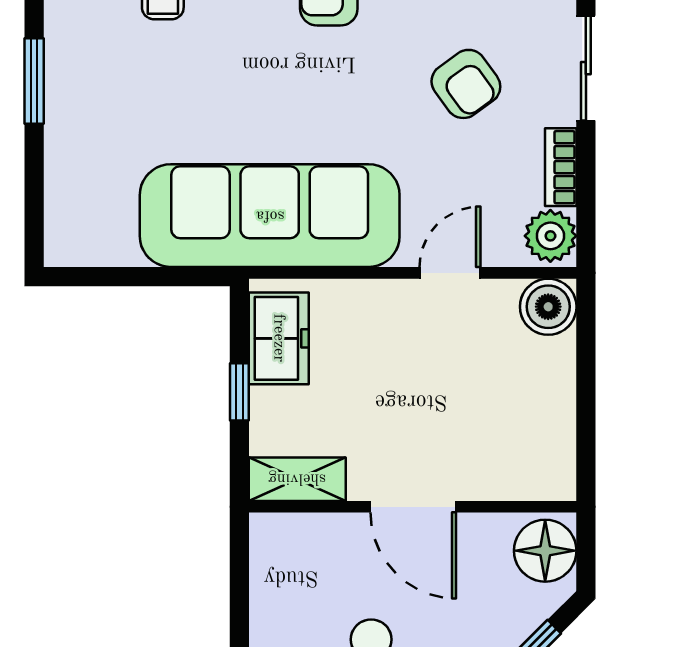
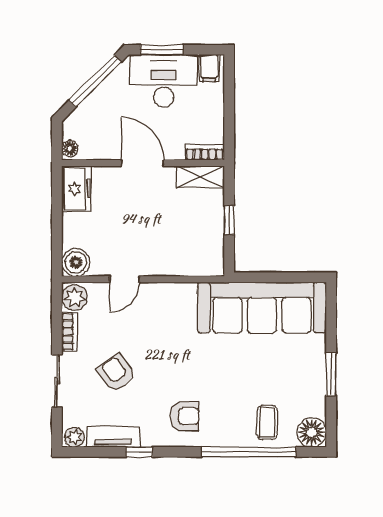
sofa: (270, 216) -> (262, 308), moved
freezer: (279, 338) -> (77, 189), moved, turned 180
bookcase: (288, 528) -> (205, 152), added
floor lamp: (545, 551) -> (70, 149), width x0.53, depth x0.53

